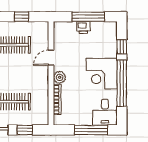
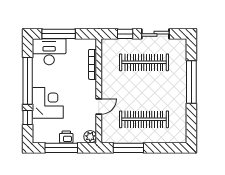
window: (22, 17) -> (128, 148), width x2.17
corner desk: (102, 74) -> (48, 103), moved
plant: (60, 77) -> (90, 137), moved
desk: (105, 112) -> (49, 52), width x1.37

